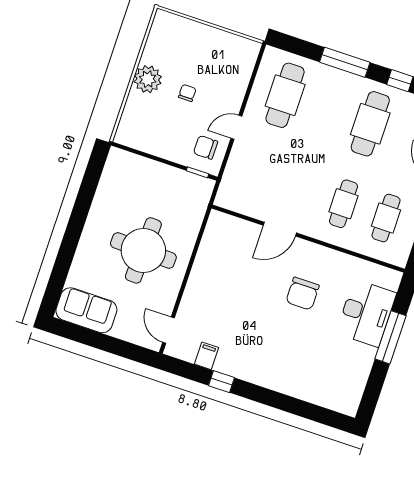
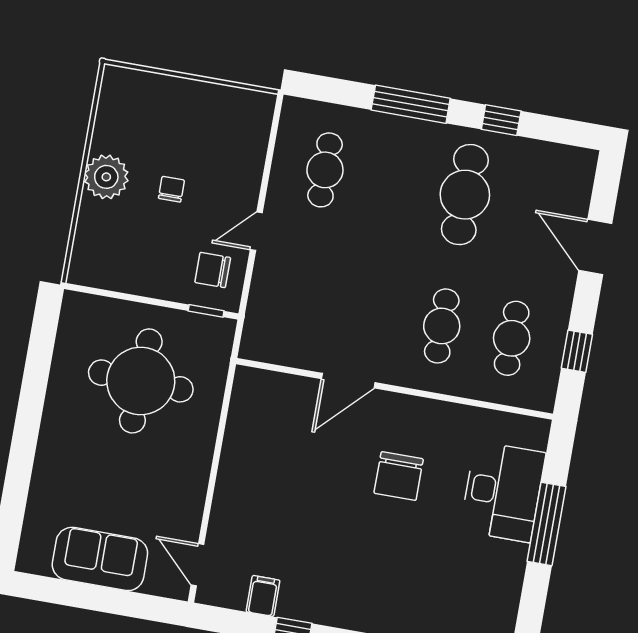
cafe table: (285, 95) -> (325, 170), width x0.73, depth x0.74
round table: (143, 250) -> (141, 381), moved
sofa: (86, 310) -> (100, 559), moved

